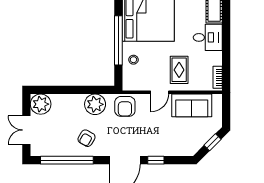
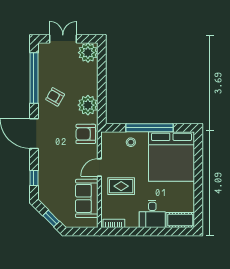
door: (160, 92) -> (99, 167), hinge flipped
window: (156, 160) -> (34, 178), moved

